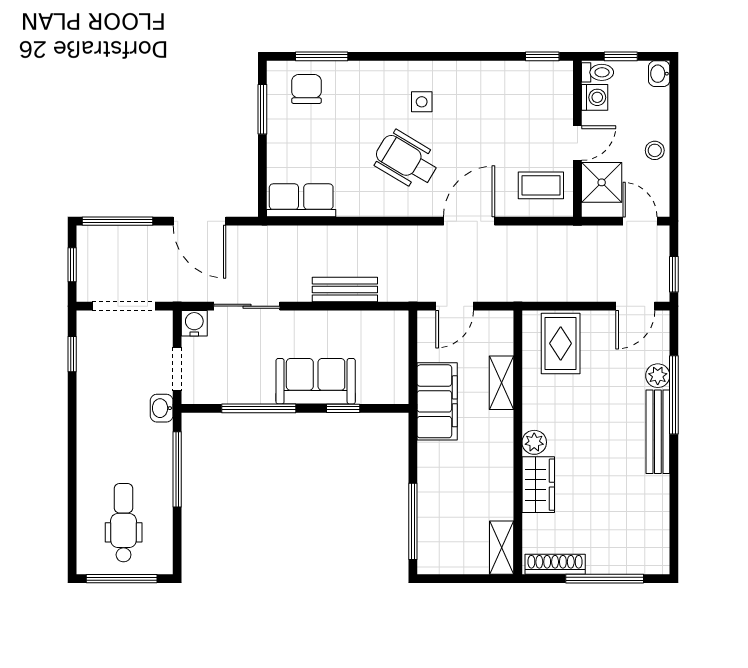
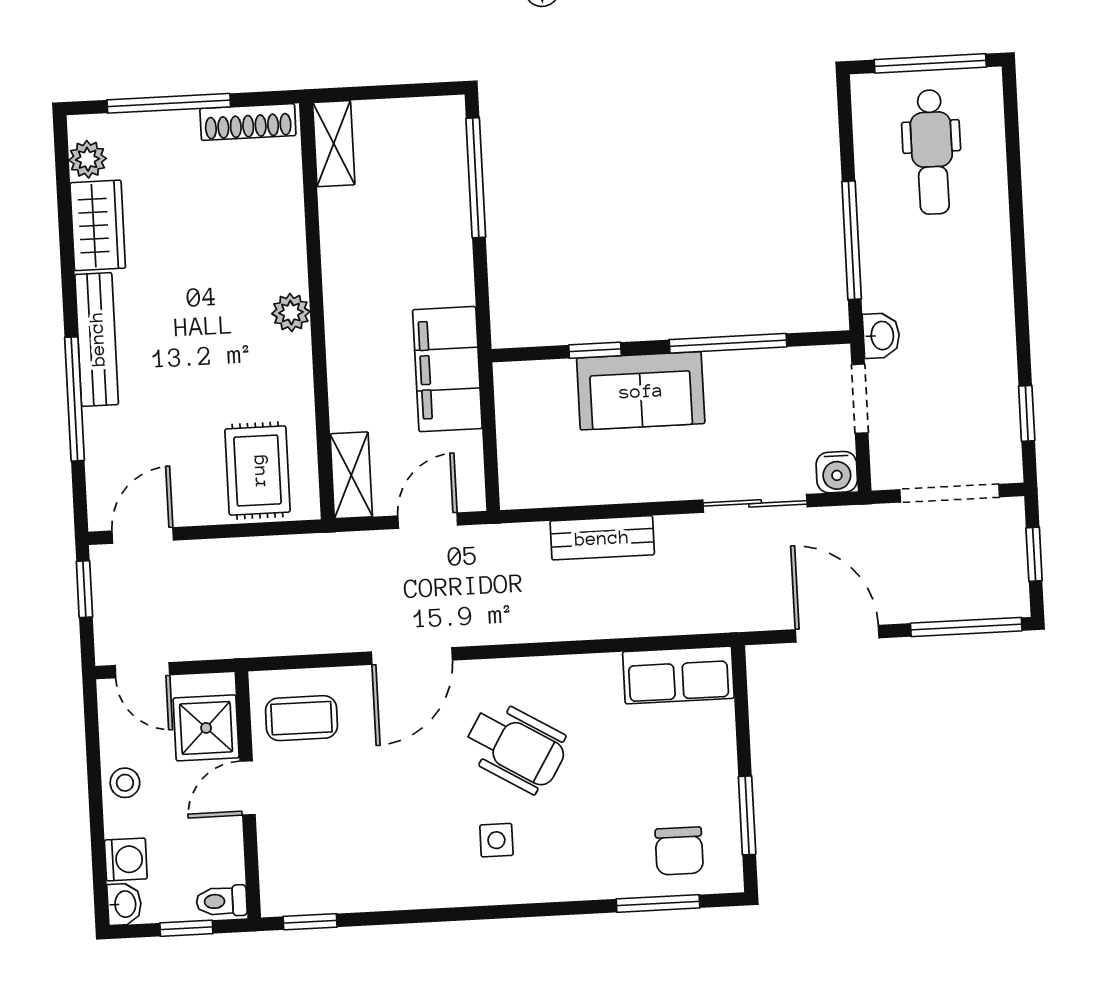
washing machine: (595, 97) -> (126, 859), moved, turned 180
plant: (658, 376) -> (88, 159), moved
shelving: (501, 383) -> (351, 475), moved
wardrobe: (538, 485) -> (98, 225), moved, turned 180

